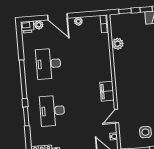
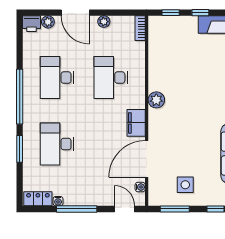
plant: (118, 44) -> (156, 100), moved
desk: (86, 61) -> (111, 78), added
door: (117, 116) -> (147, 159), width x1.88

